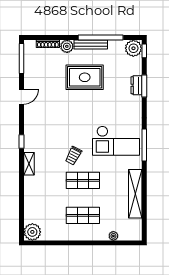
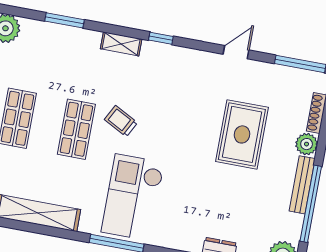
rug: (85, 77) -> (242, 134), moved
door: (21, 97) -> (236, 52), swing flipped
window: (21, 199) -> (64, 20), added

